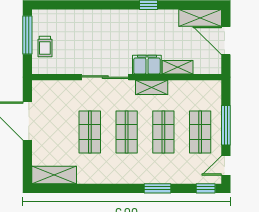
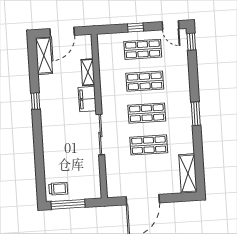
trolley: (45, 47) -> (58, 189), moved
shelving: (152, 87) -> (107, 94), removed
window: (226, 125) -> (135, 27), width x0.46
window: (157, 188) -> (196, 114), moved

